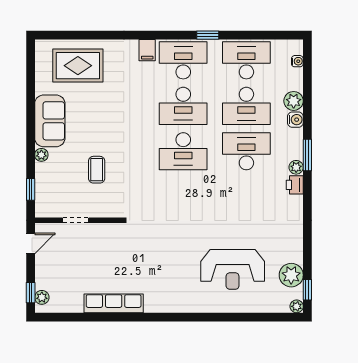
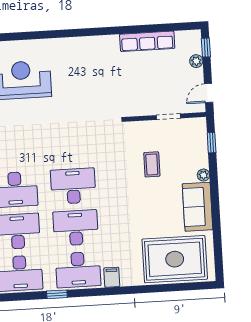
rug: (78, 66) -> (175, 259), width x1.37, depth x1.44
plant: (42, 297) -> (196, 61), moved
row of seats: (114, 303) -> (147, 41), moved

